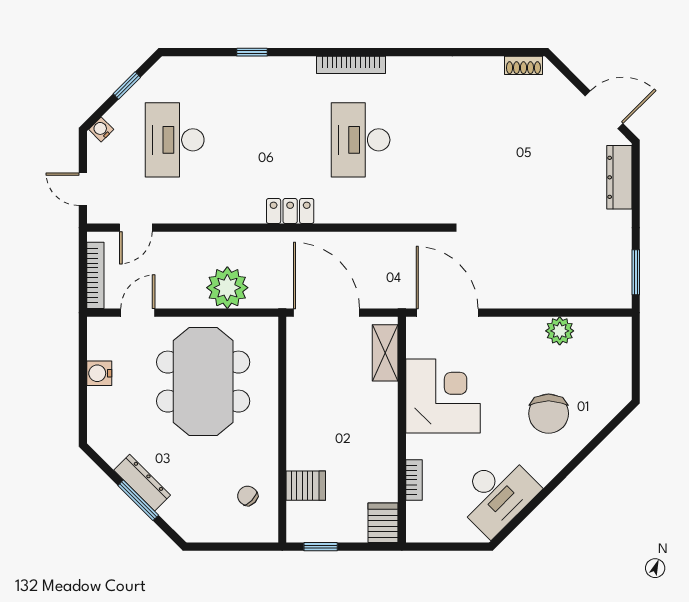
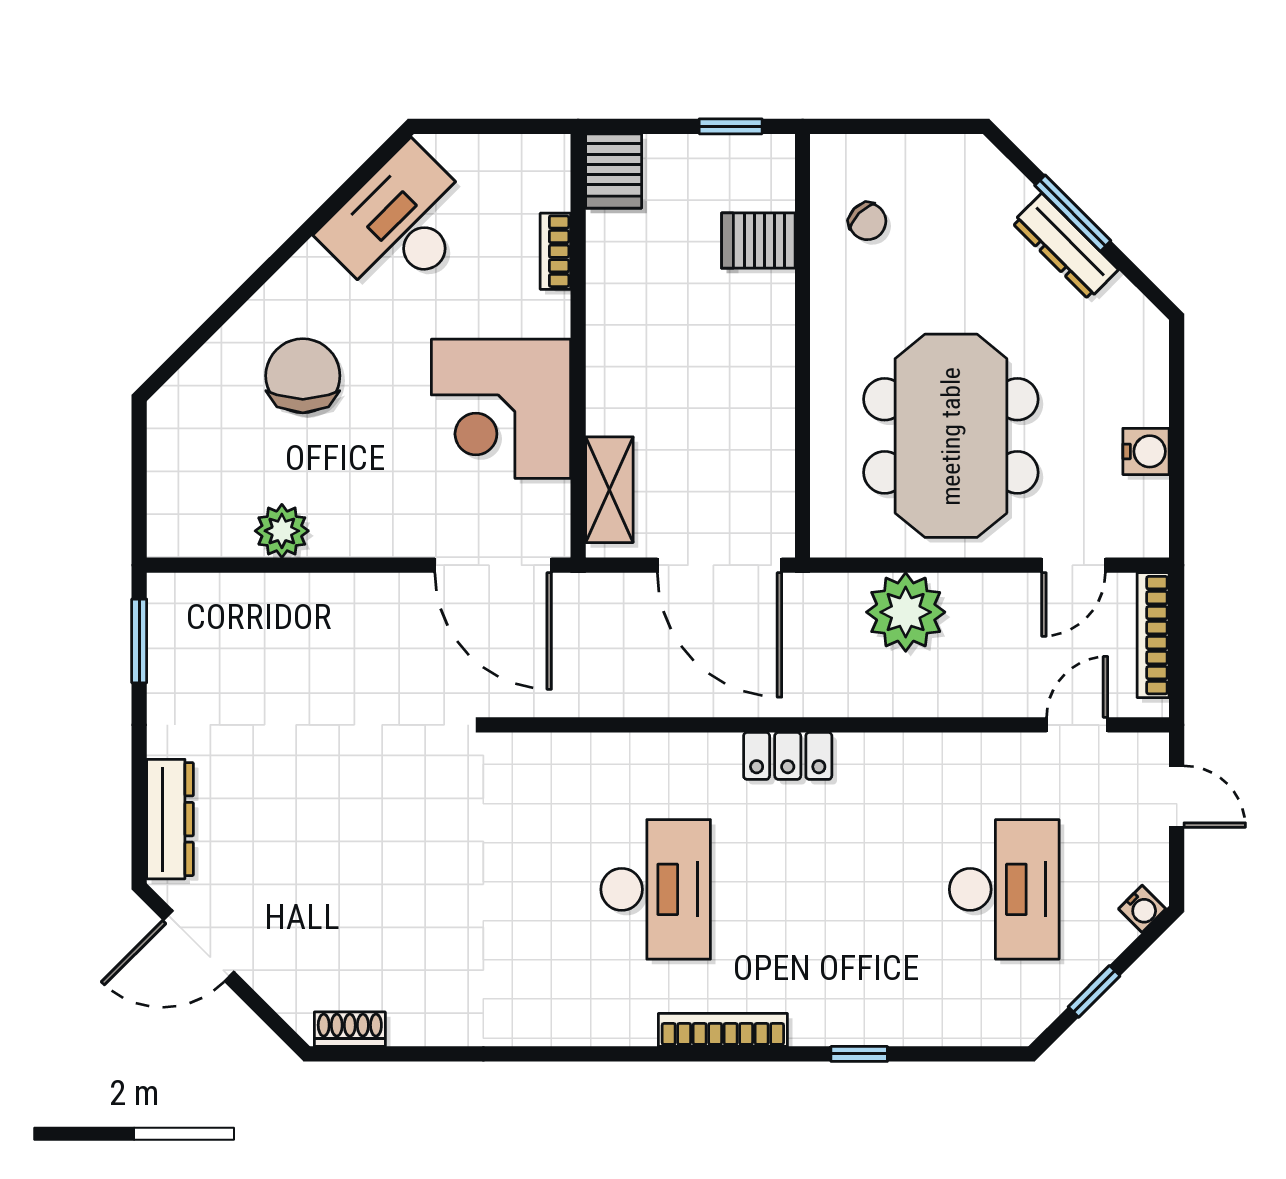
bookcase: (351, 65) -> (723, 1030), moved

